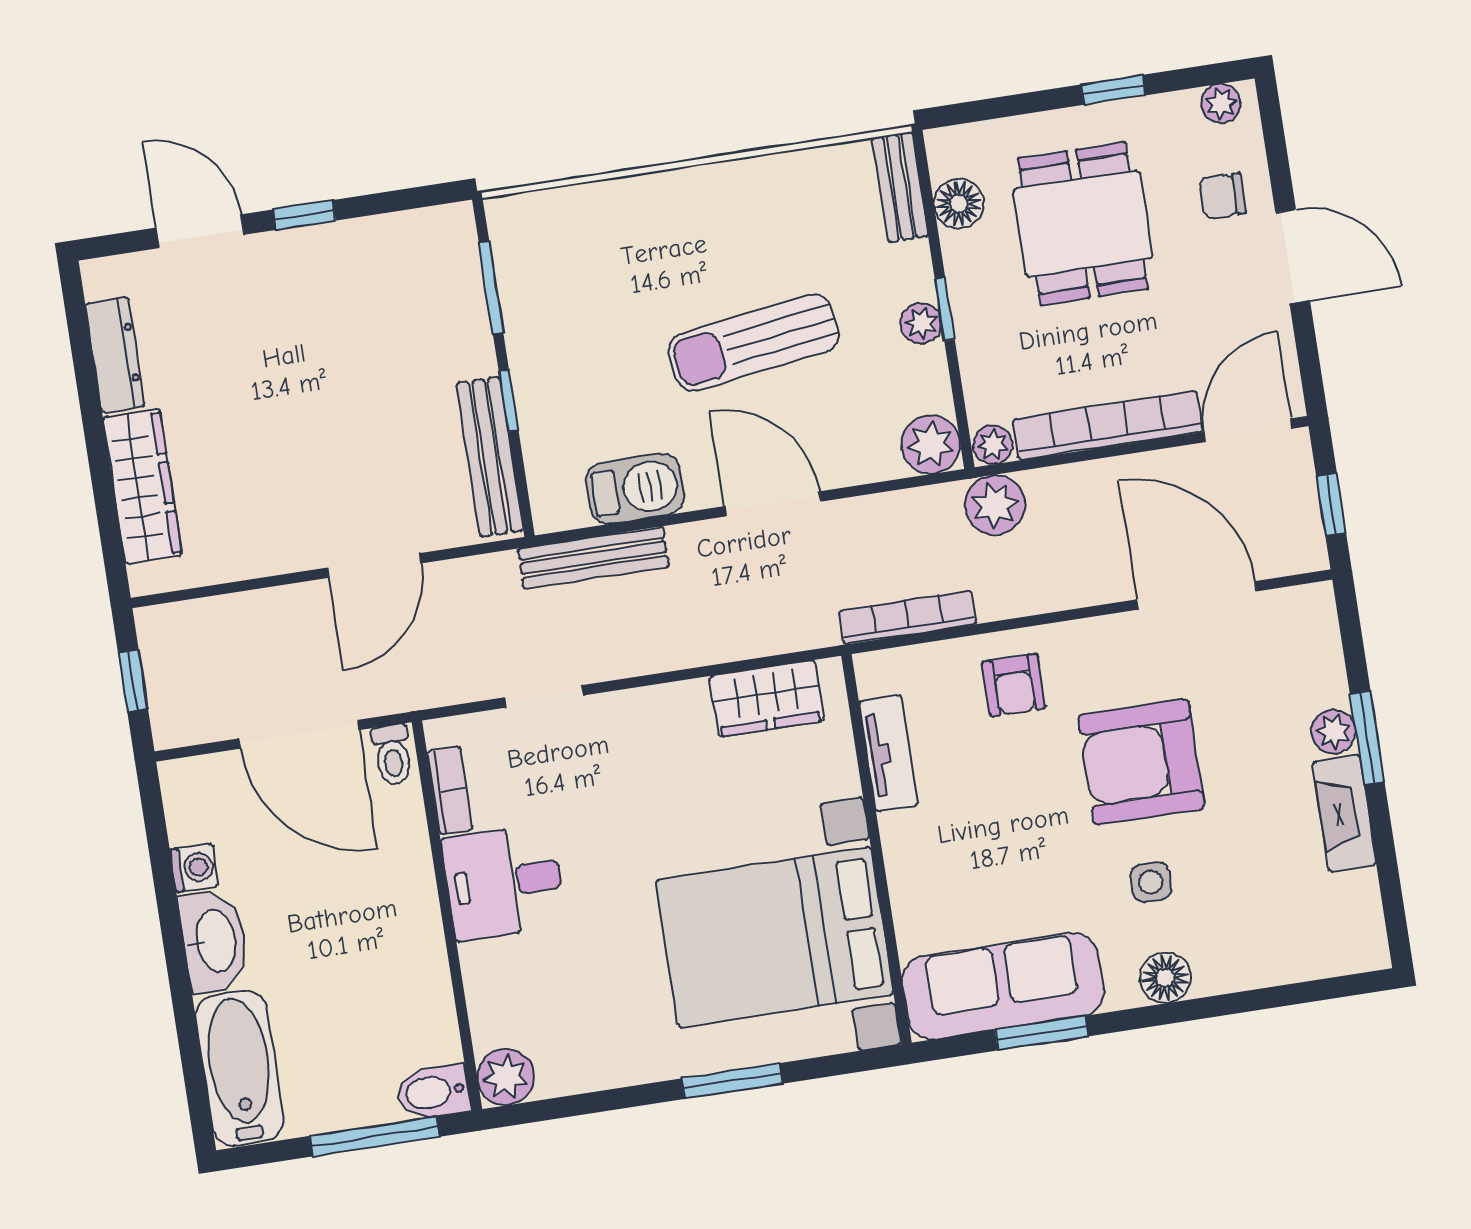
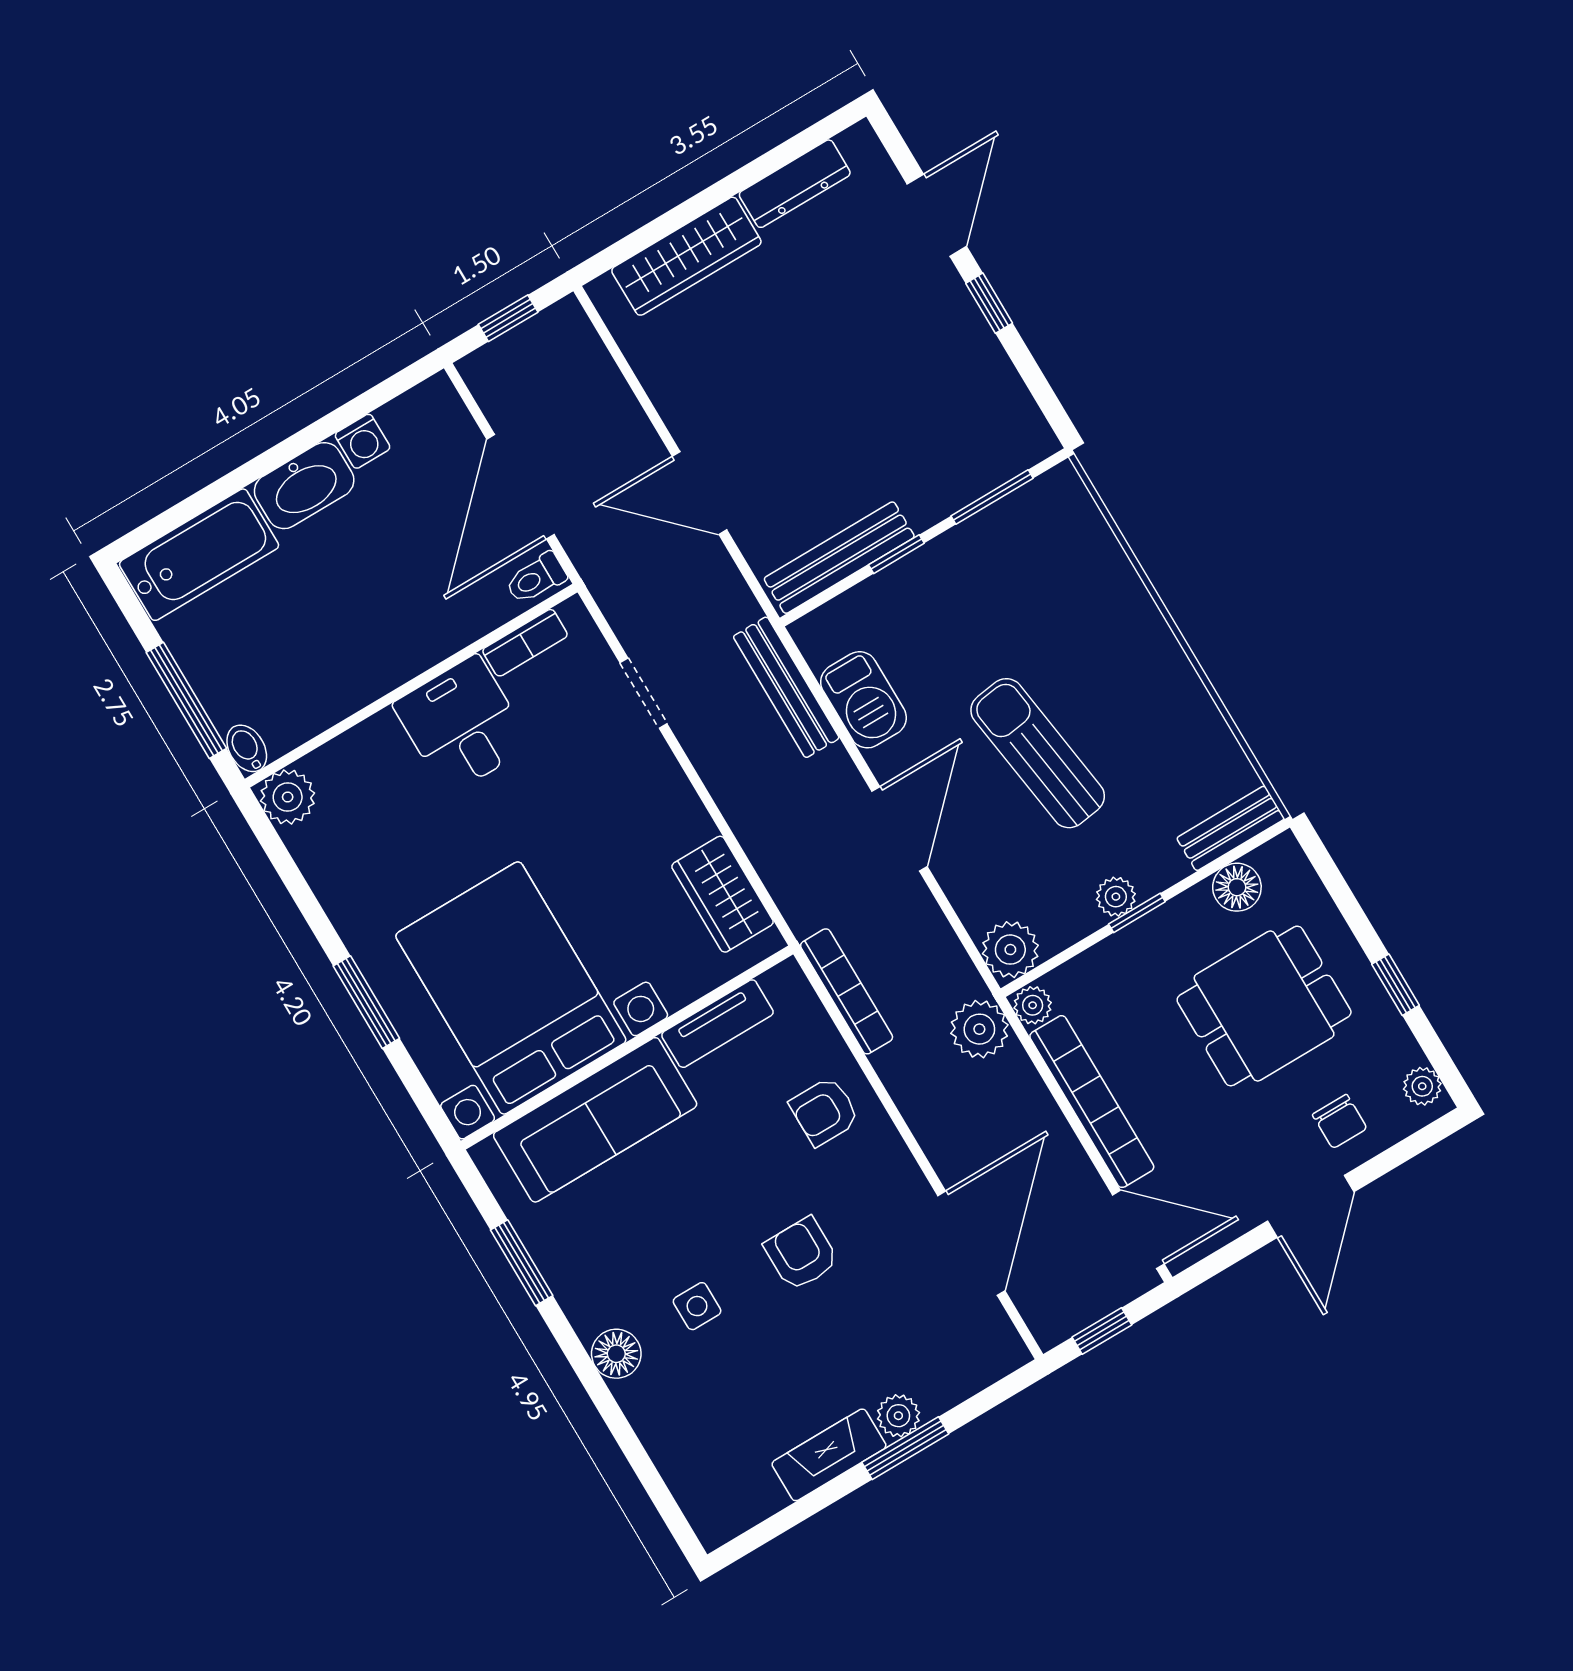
chair: (1223, 196) -> (1340, 1121), turned 180
armchair: (1141, 762) -> (801, 1254), width x0.53, depth x0.53
sofa: (1003, 986) -> (595, 1120), moved, turned 90
bidet: (433, 1092) -> (247, 748), width x0.72, depth x0.74

